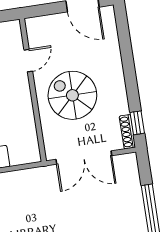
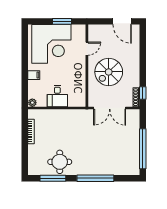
spiral stairs: (72, 95) -> (109, 72), turned -90

